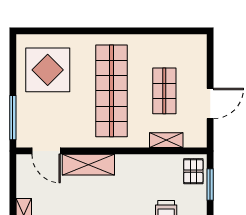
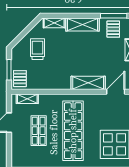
shelving: (166, 140) -> (27, 99), moved
door: (46, 151) -> (116, 92), hinge flipped

